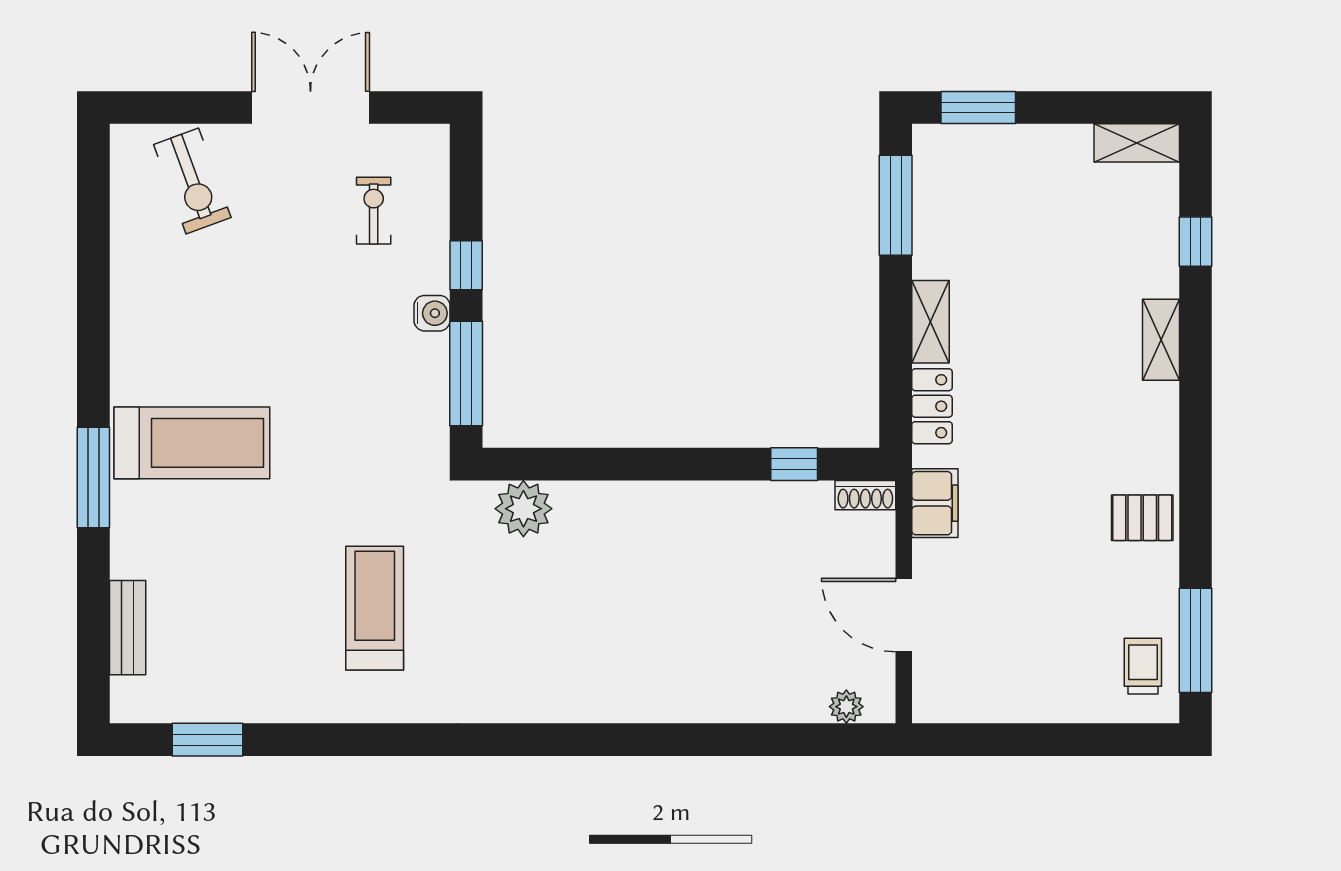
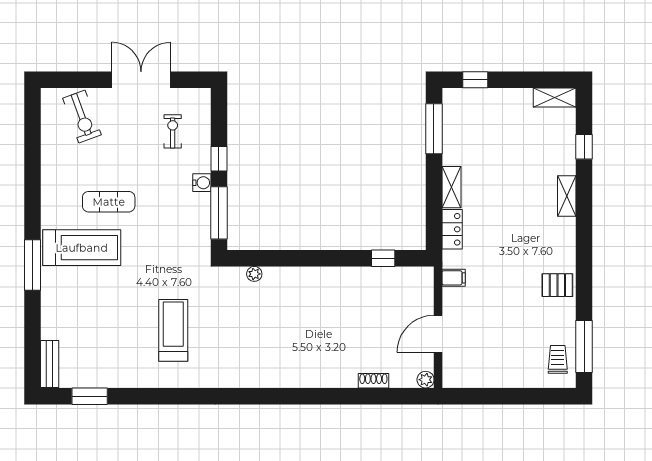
window: (978, 108) -> (475, 80), width x0.67
exercise mat: (246, 351) -> (109, 202), added
shoe rack: (865, 495) -> (373, 381), moved, turned 180
filing cabinet: (935, 503) -> (454, 278), width x0.50
plant: (523, 509) -> (254, 274), width x0.53, depth x0.53
door: (904, 615) -> (438, 334), hinge flipped
bench: (128, 628) -> (50, 364), moved
plant: (846, 707) -> (426, 380), moved

